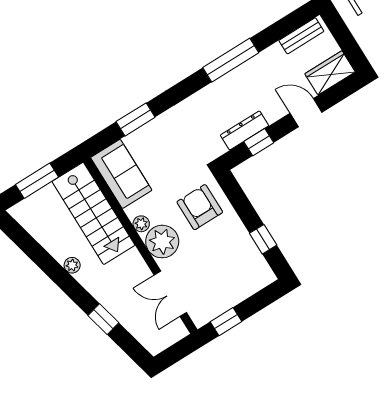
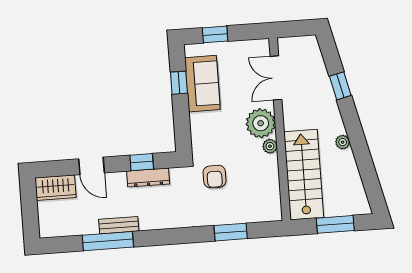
bench: (301, 36) -> (119, 225), moved
window: (231, 60) -> (108, 241), moved
sofa: (121, 174) -> (202, 84), moved, turned 180
armchair: (200, 207) -> (215, 177), moved, width x0.72, depth x0.72
double door: (170, 294) -> (276, 78), swing flipped
window: (226, 322) -> (215, 34), moved

